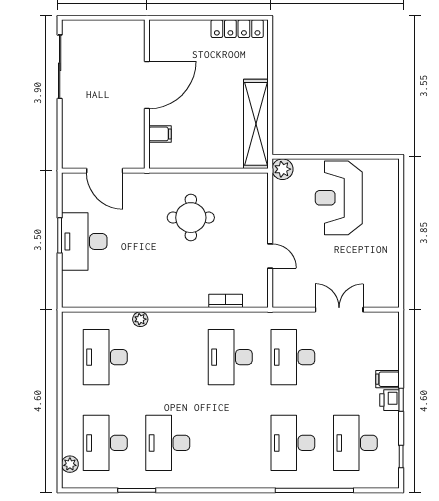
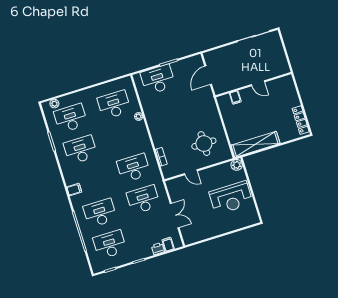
door: (147, 85) -> (258, 83), width x0.53
reception desk: (339, 198) -> (231, 198), turned 180
round table: (191, 218) -> (204, 144), moved
desk: (84, 241) -> (158, 79), moved
door: (270, 256) -> (191, 172), hinge flipped
filing cabinet: (387, 379) -> (168, 244), moved
printer: (390, 400) -> (158, 249), moved
filing cabinet: (236, 476) -> (74, 190), added

